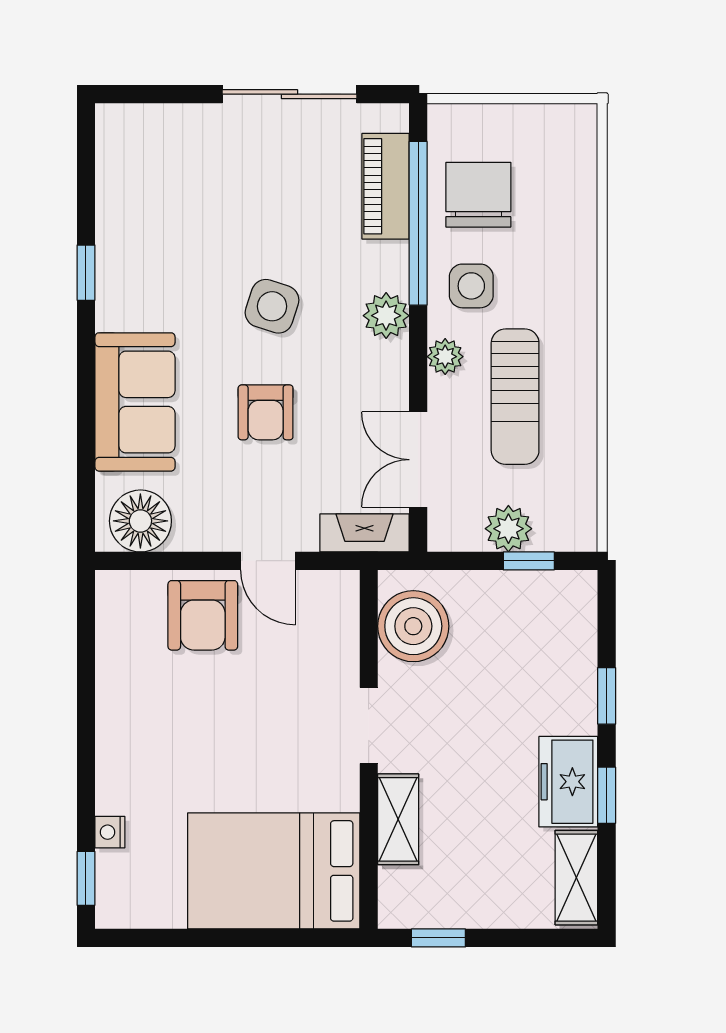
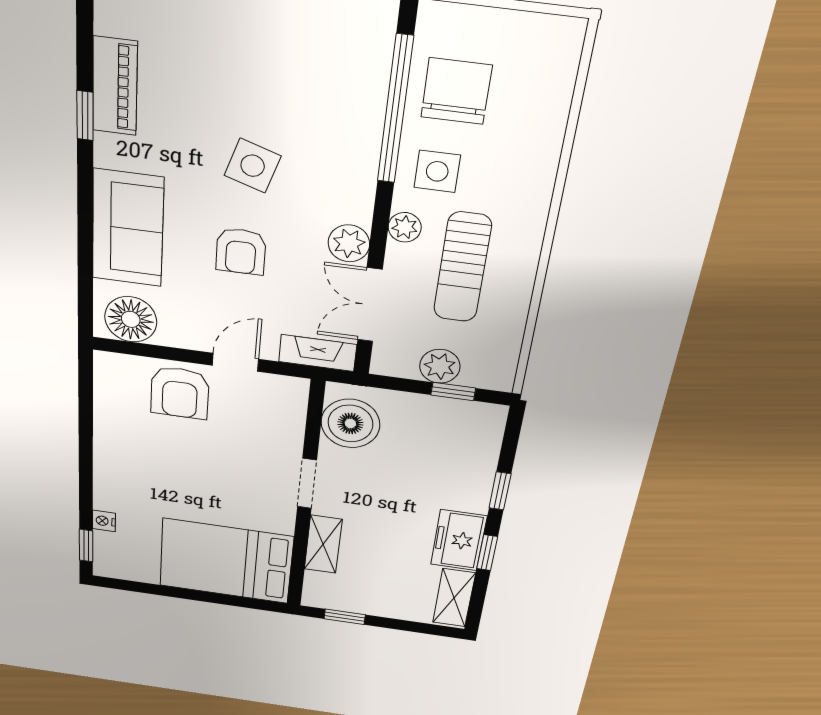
piano: (386, 186) -> (115, 86), moved, turned 180
plant: (386, 316) -> (349, 243), moved
door: (268, 561) -> (235, 362), swing flipped

